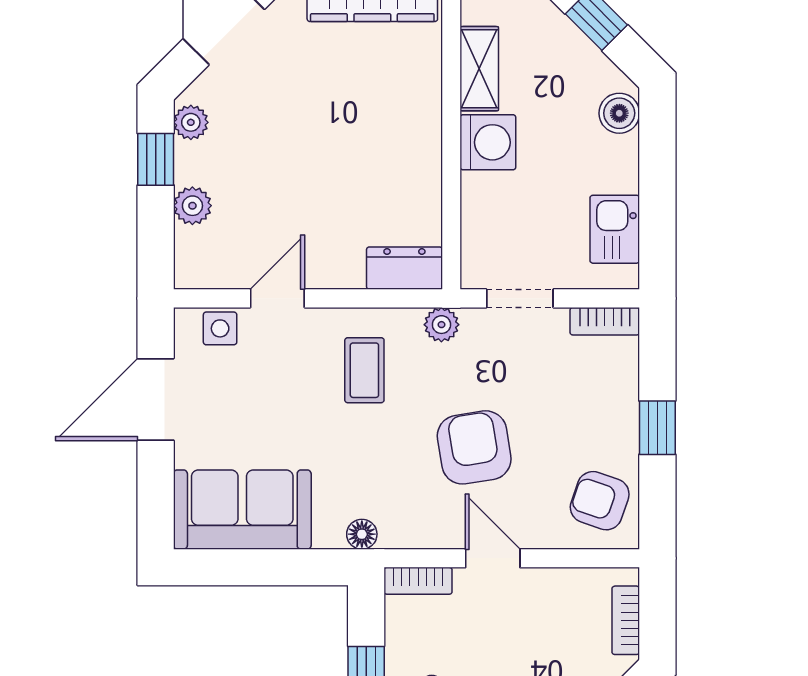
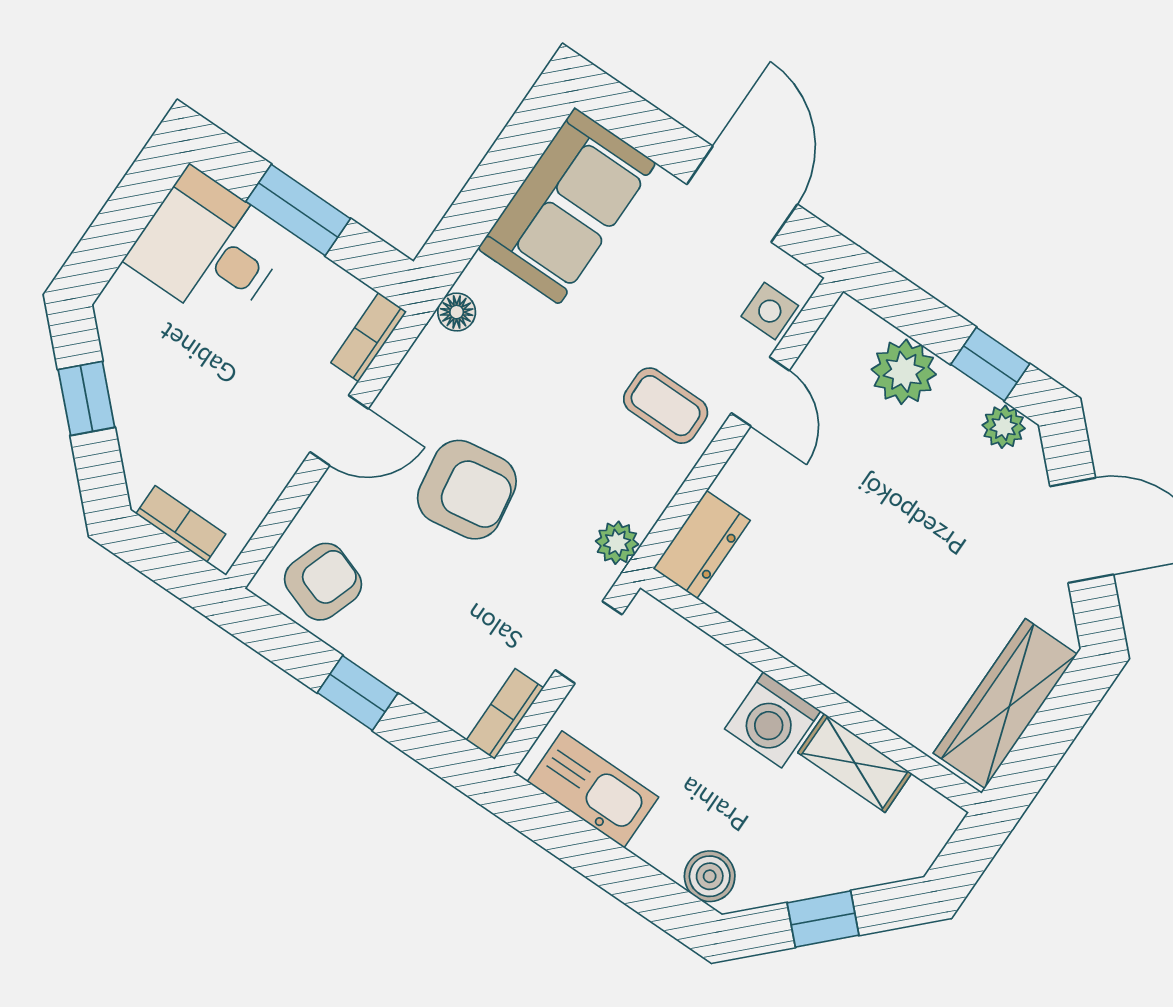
plant: (192, 206) -> (904, 372), width x1.38, depth x1.38
kitchen sink: (615, 229) -> (593, 789), width x1.38
coffee table: (364, 370) -> (666, 406), moved

